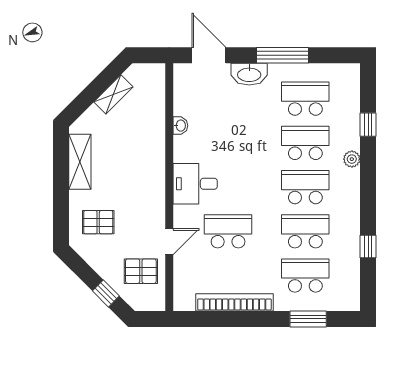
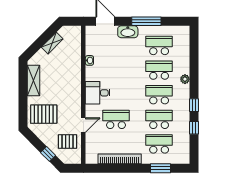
window: (368, 125) -> (194, 105), moved
pallet: (98, 222) -> (44, 114), width x1.50, depth x1.42

